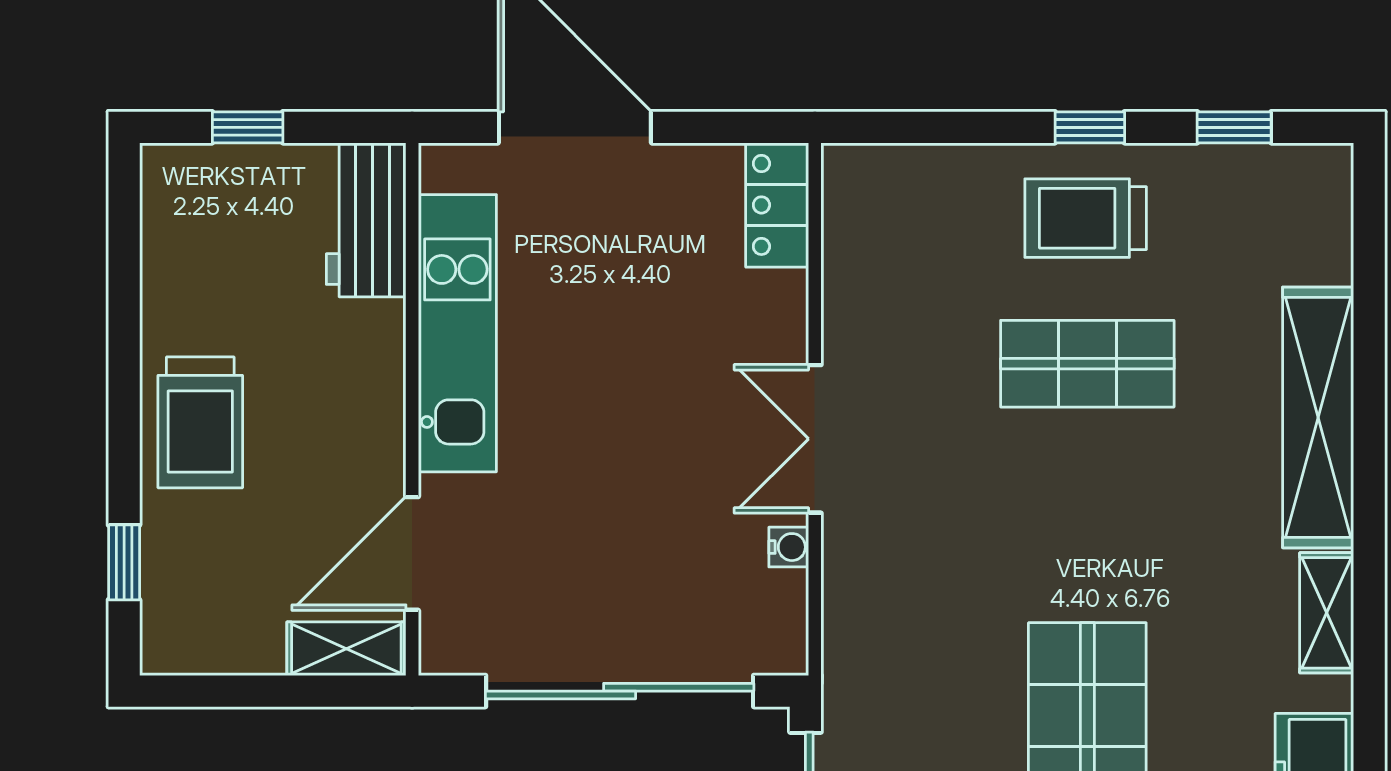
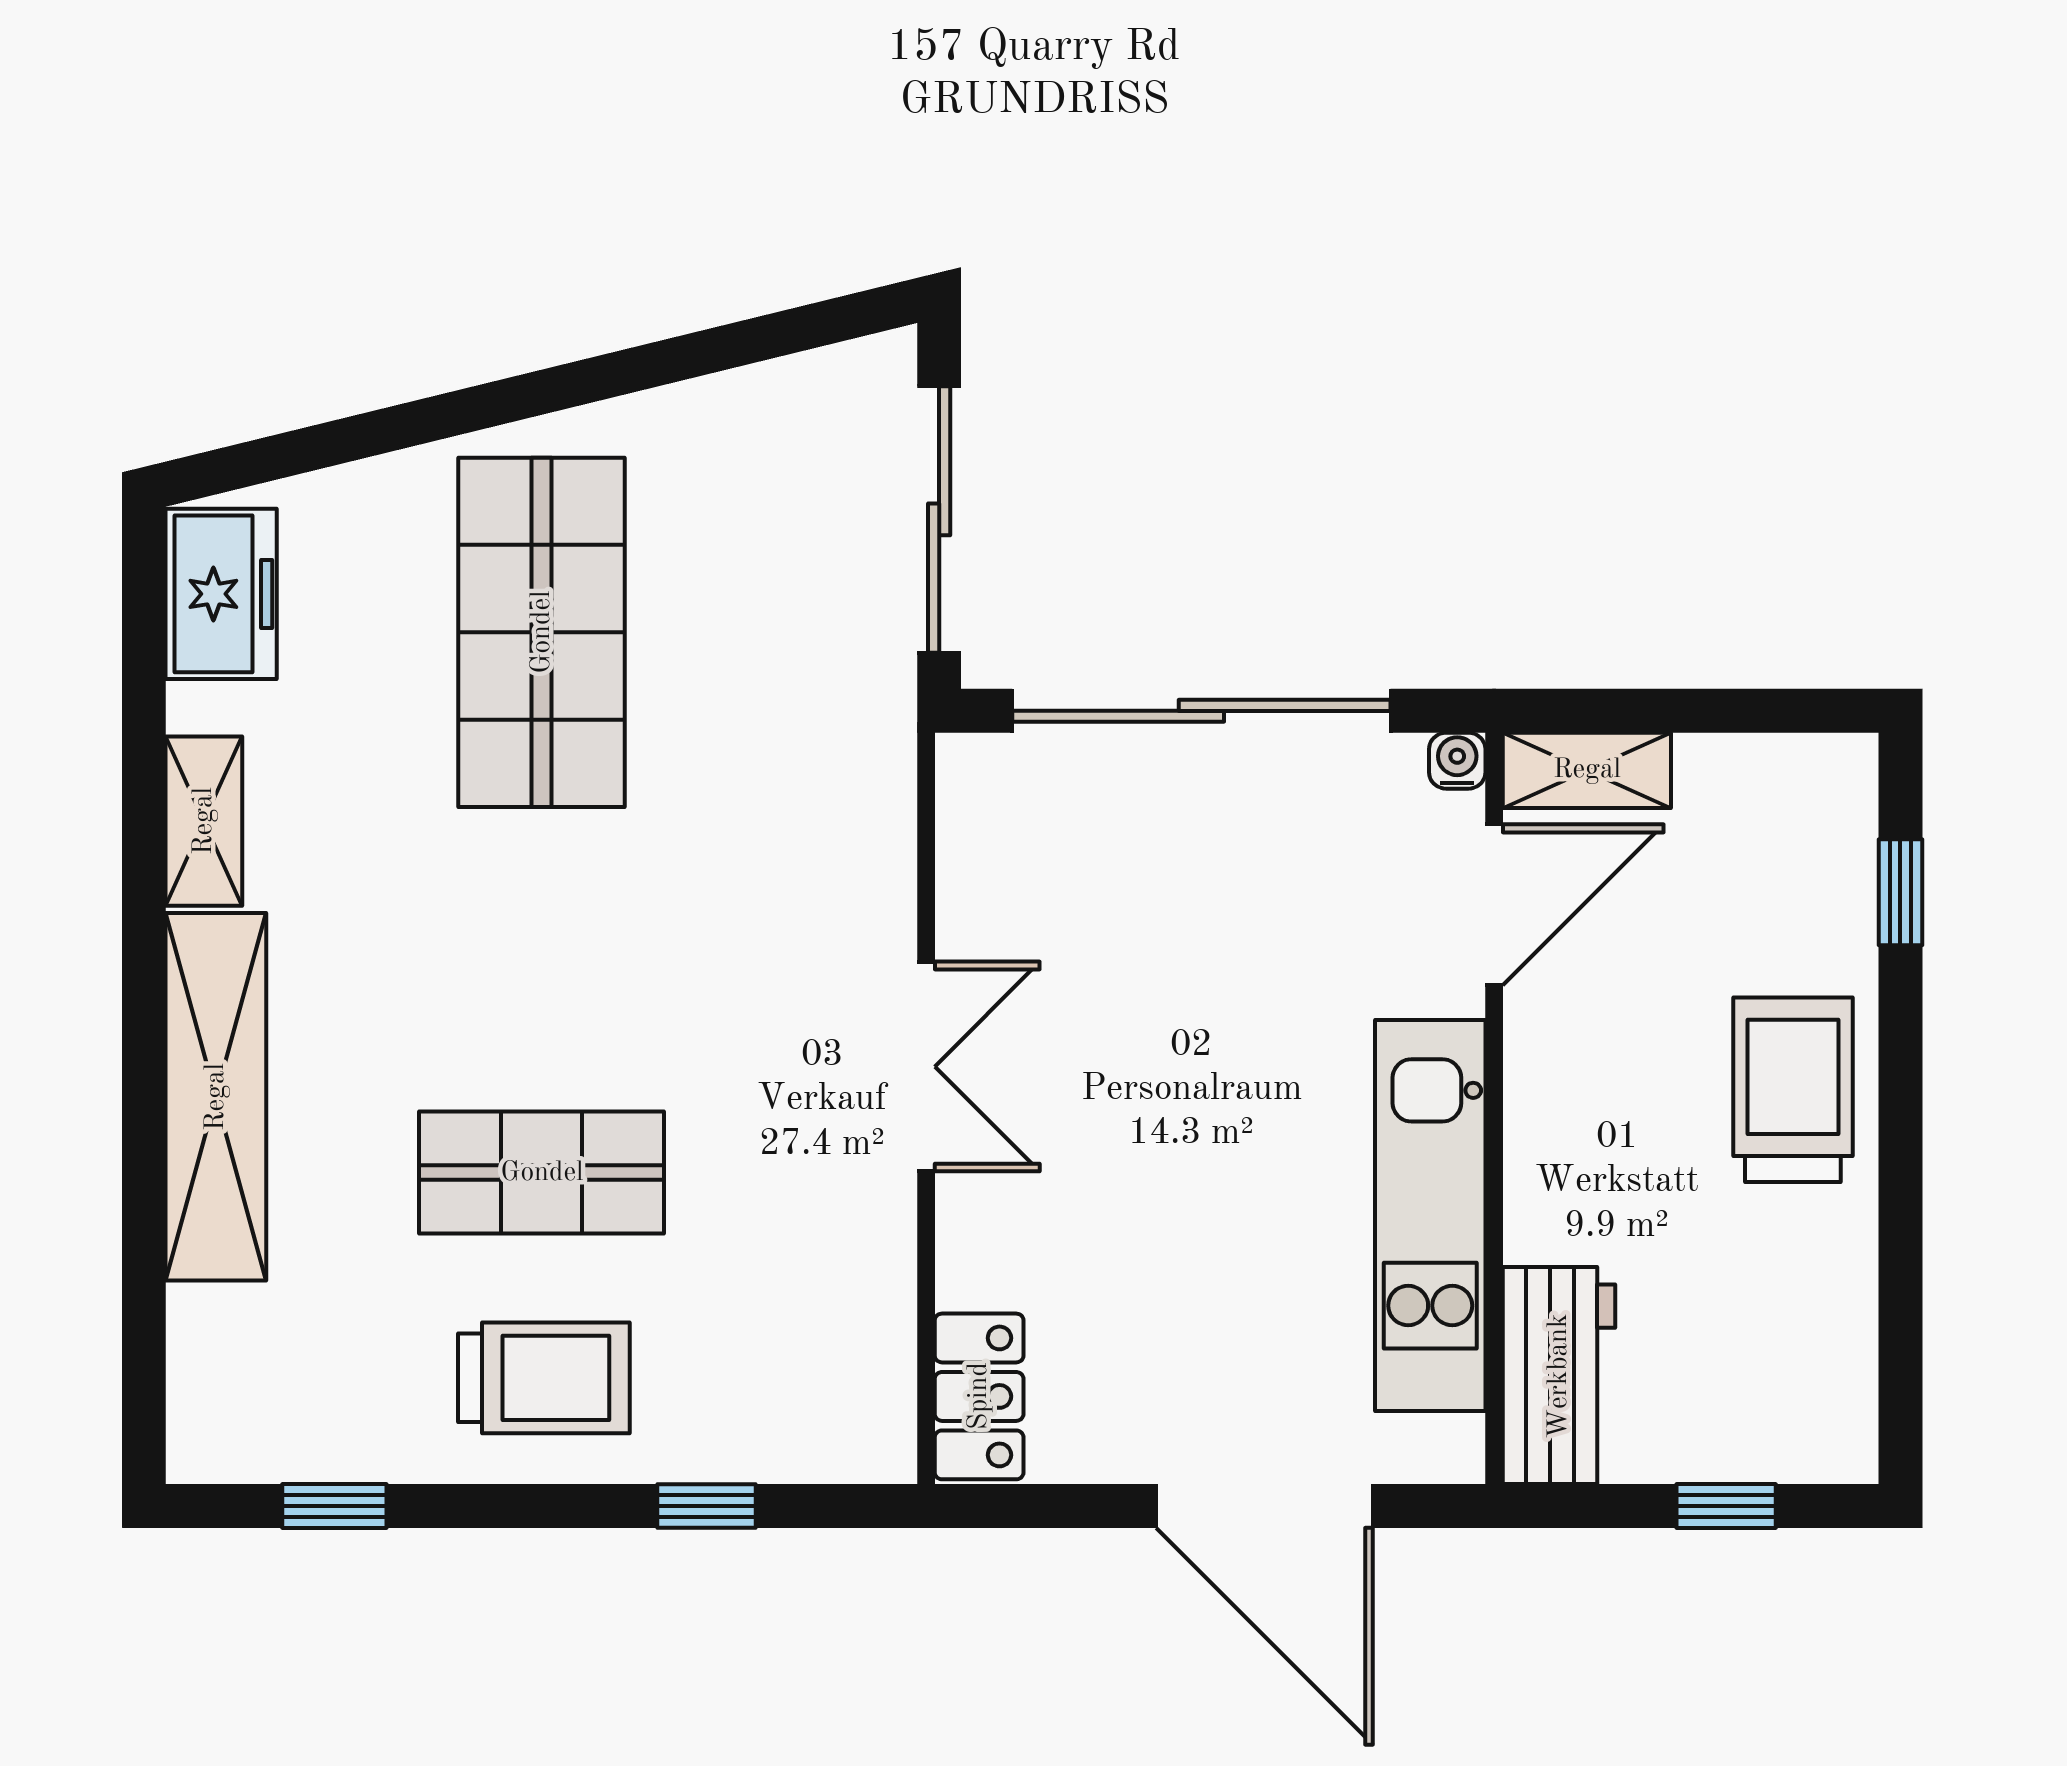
window: (1090, 127) -> (707, 1506), moved
water cooler: (789, 547) -> (1457, 761), moved, turned 90

